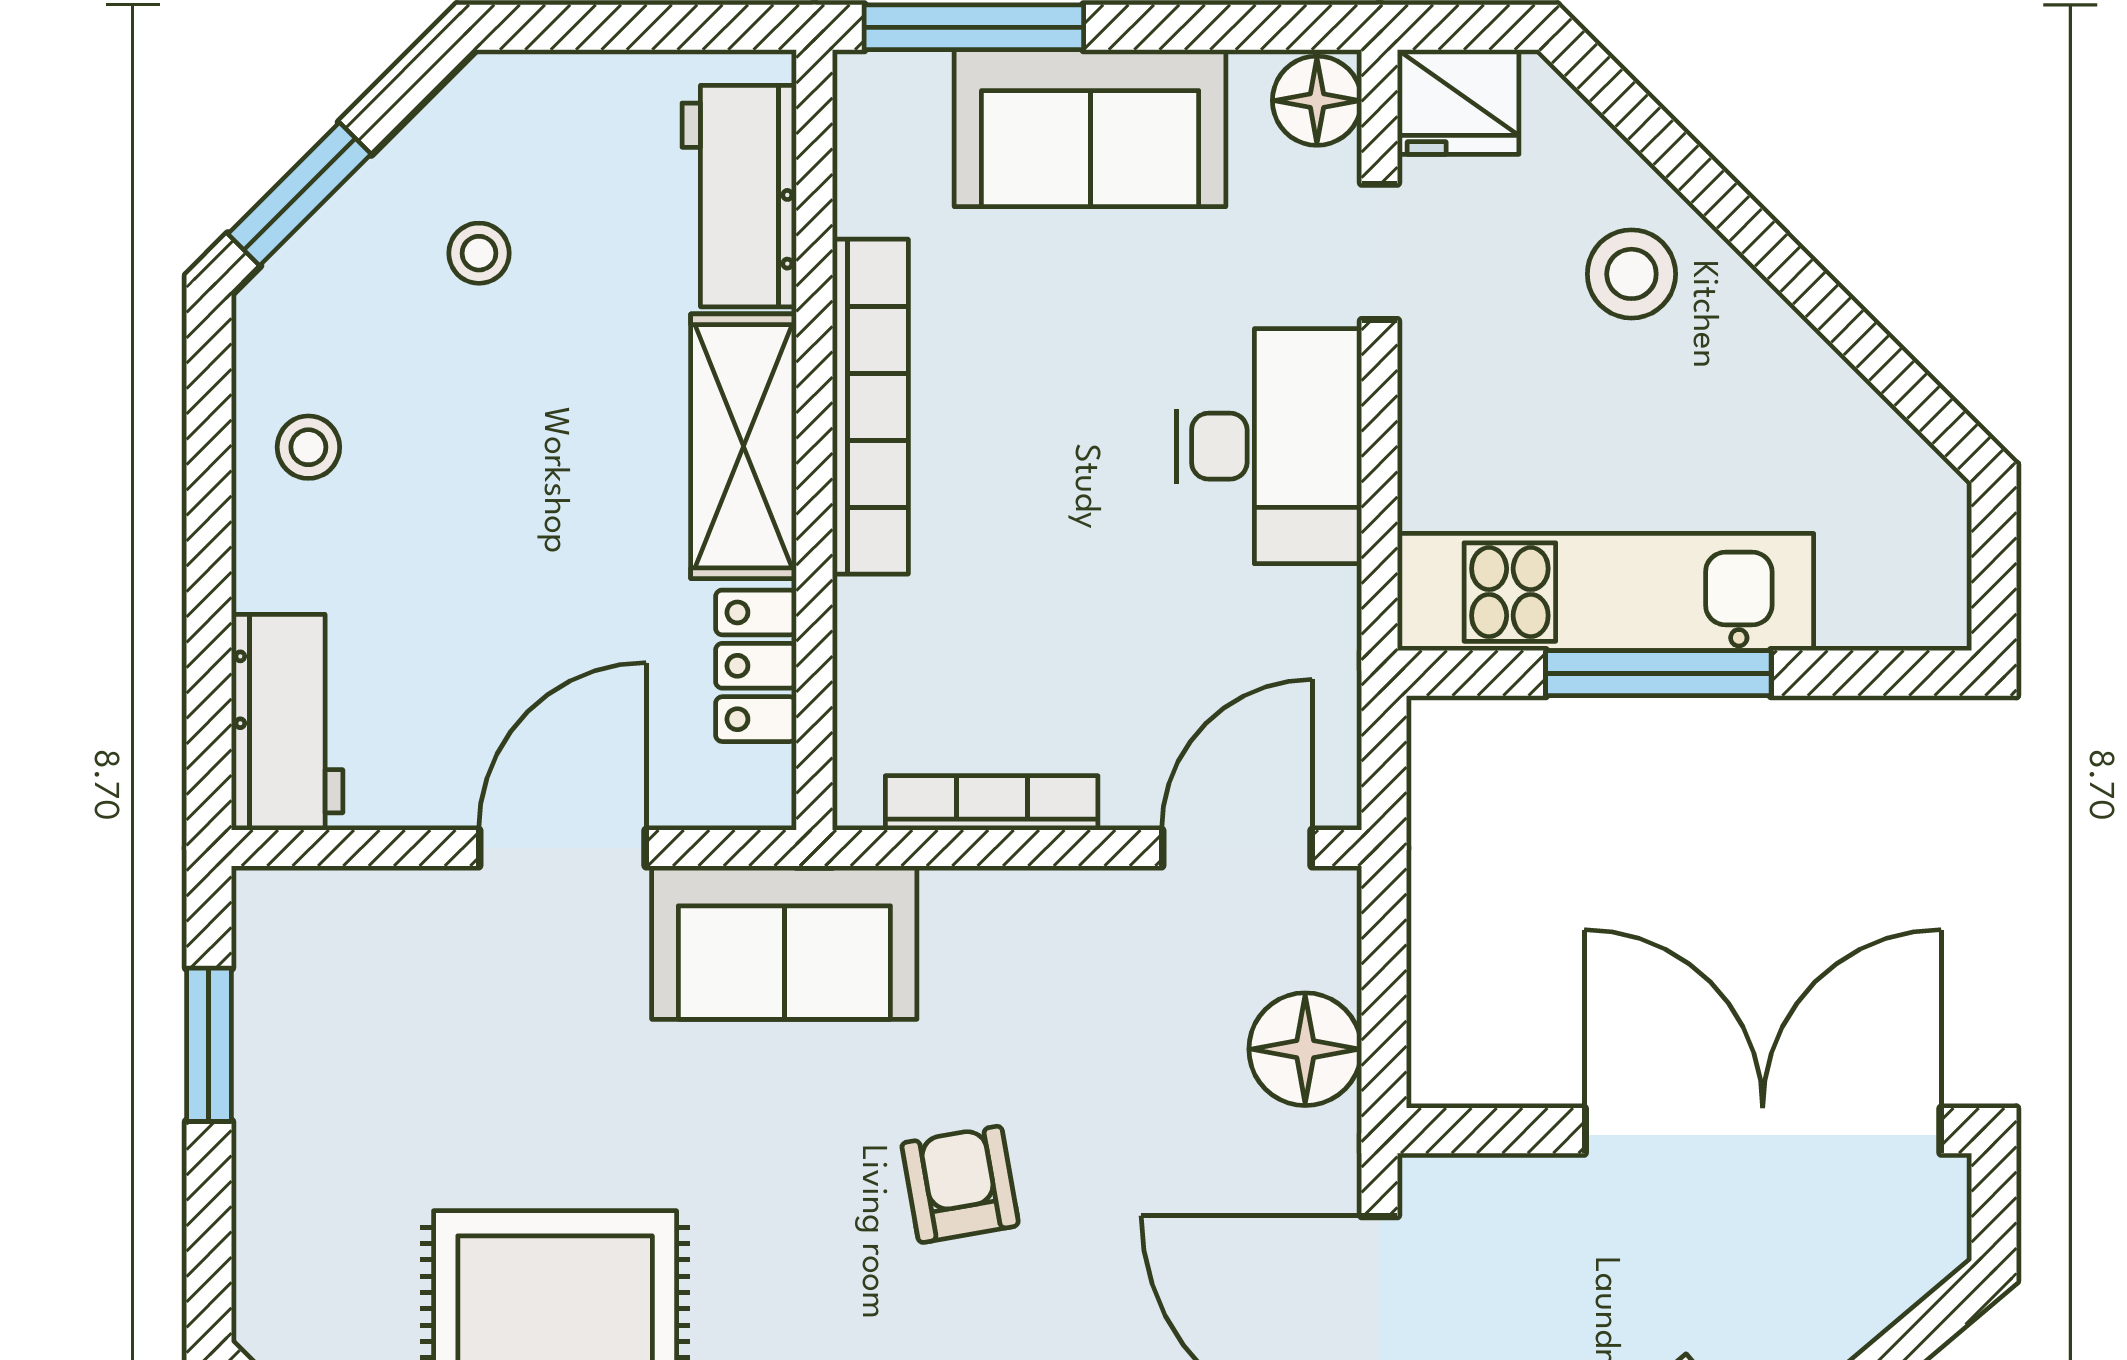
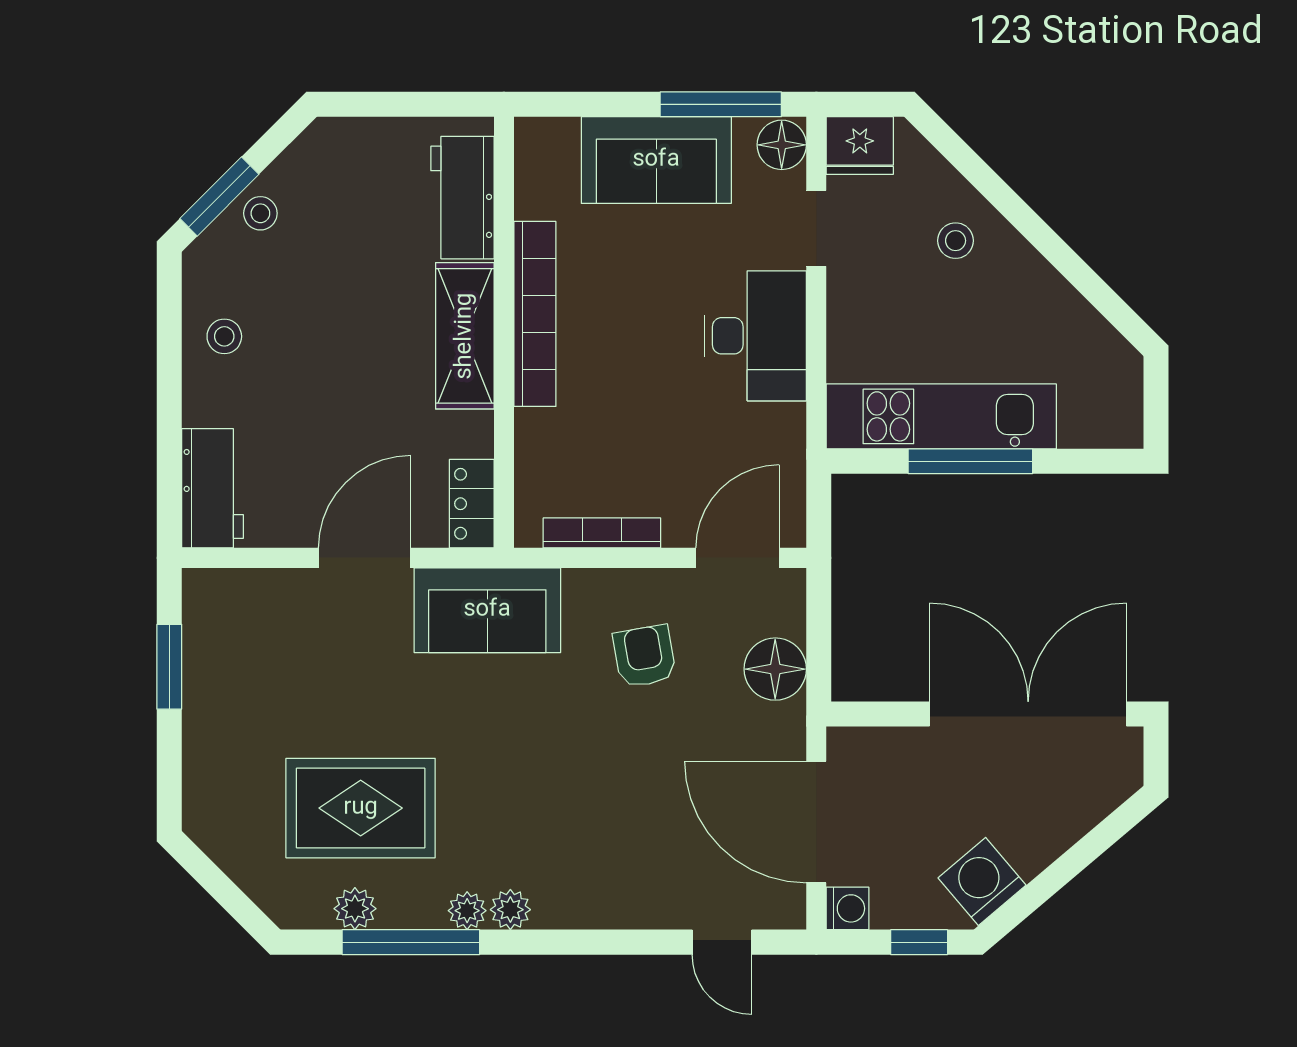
window: (974, 27) -> (721, 104), moved
stool: (479, 253) -> (260, 213), moved
stool: (1631, 274) -> (956, 241), width x0.73, depth x0.73
locker: (756, 666) -> (472, 504), moved
armchair: (960, 1184) -> (644, 656), moved

